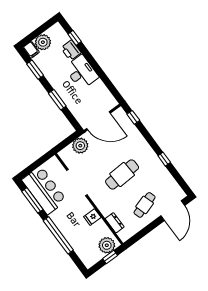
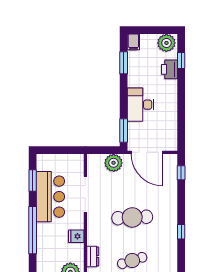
plant: (43, 42) -> (166, 43), moved
desk: (81, 72) -> (141, 105), moved, turned 180
window: (57, 100) -> (124, 131), moved
bar counter: (44, 190) -> (50, 197), moved
window: (32, 200) -> (33, 181), width x0.69

